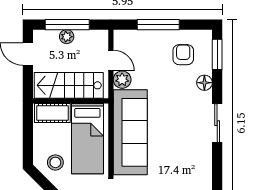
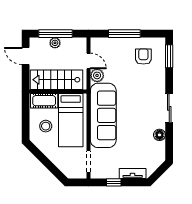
floor lamp: (204, 83) -> (160, 135), moved
stool: (55, 162) -> (46, 126), moved

